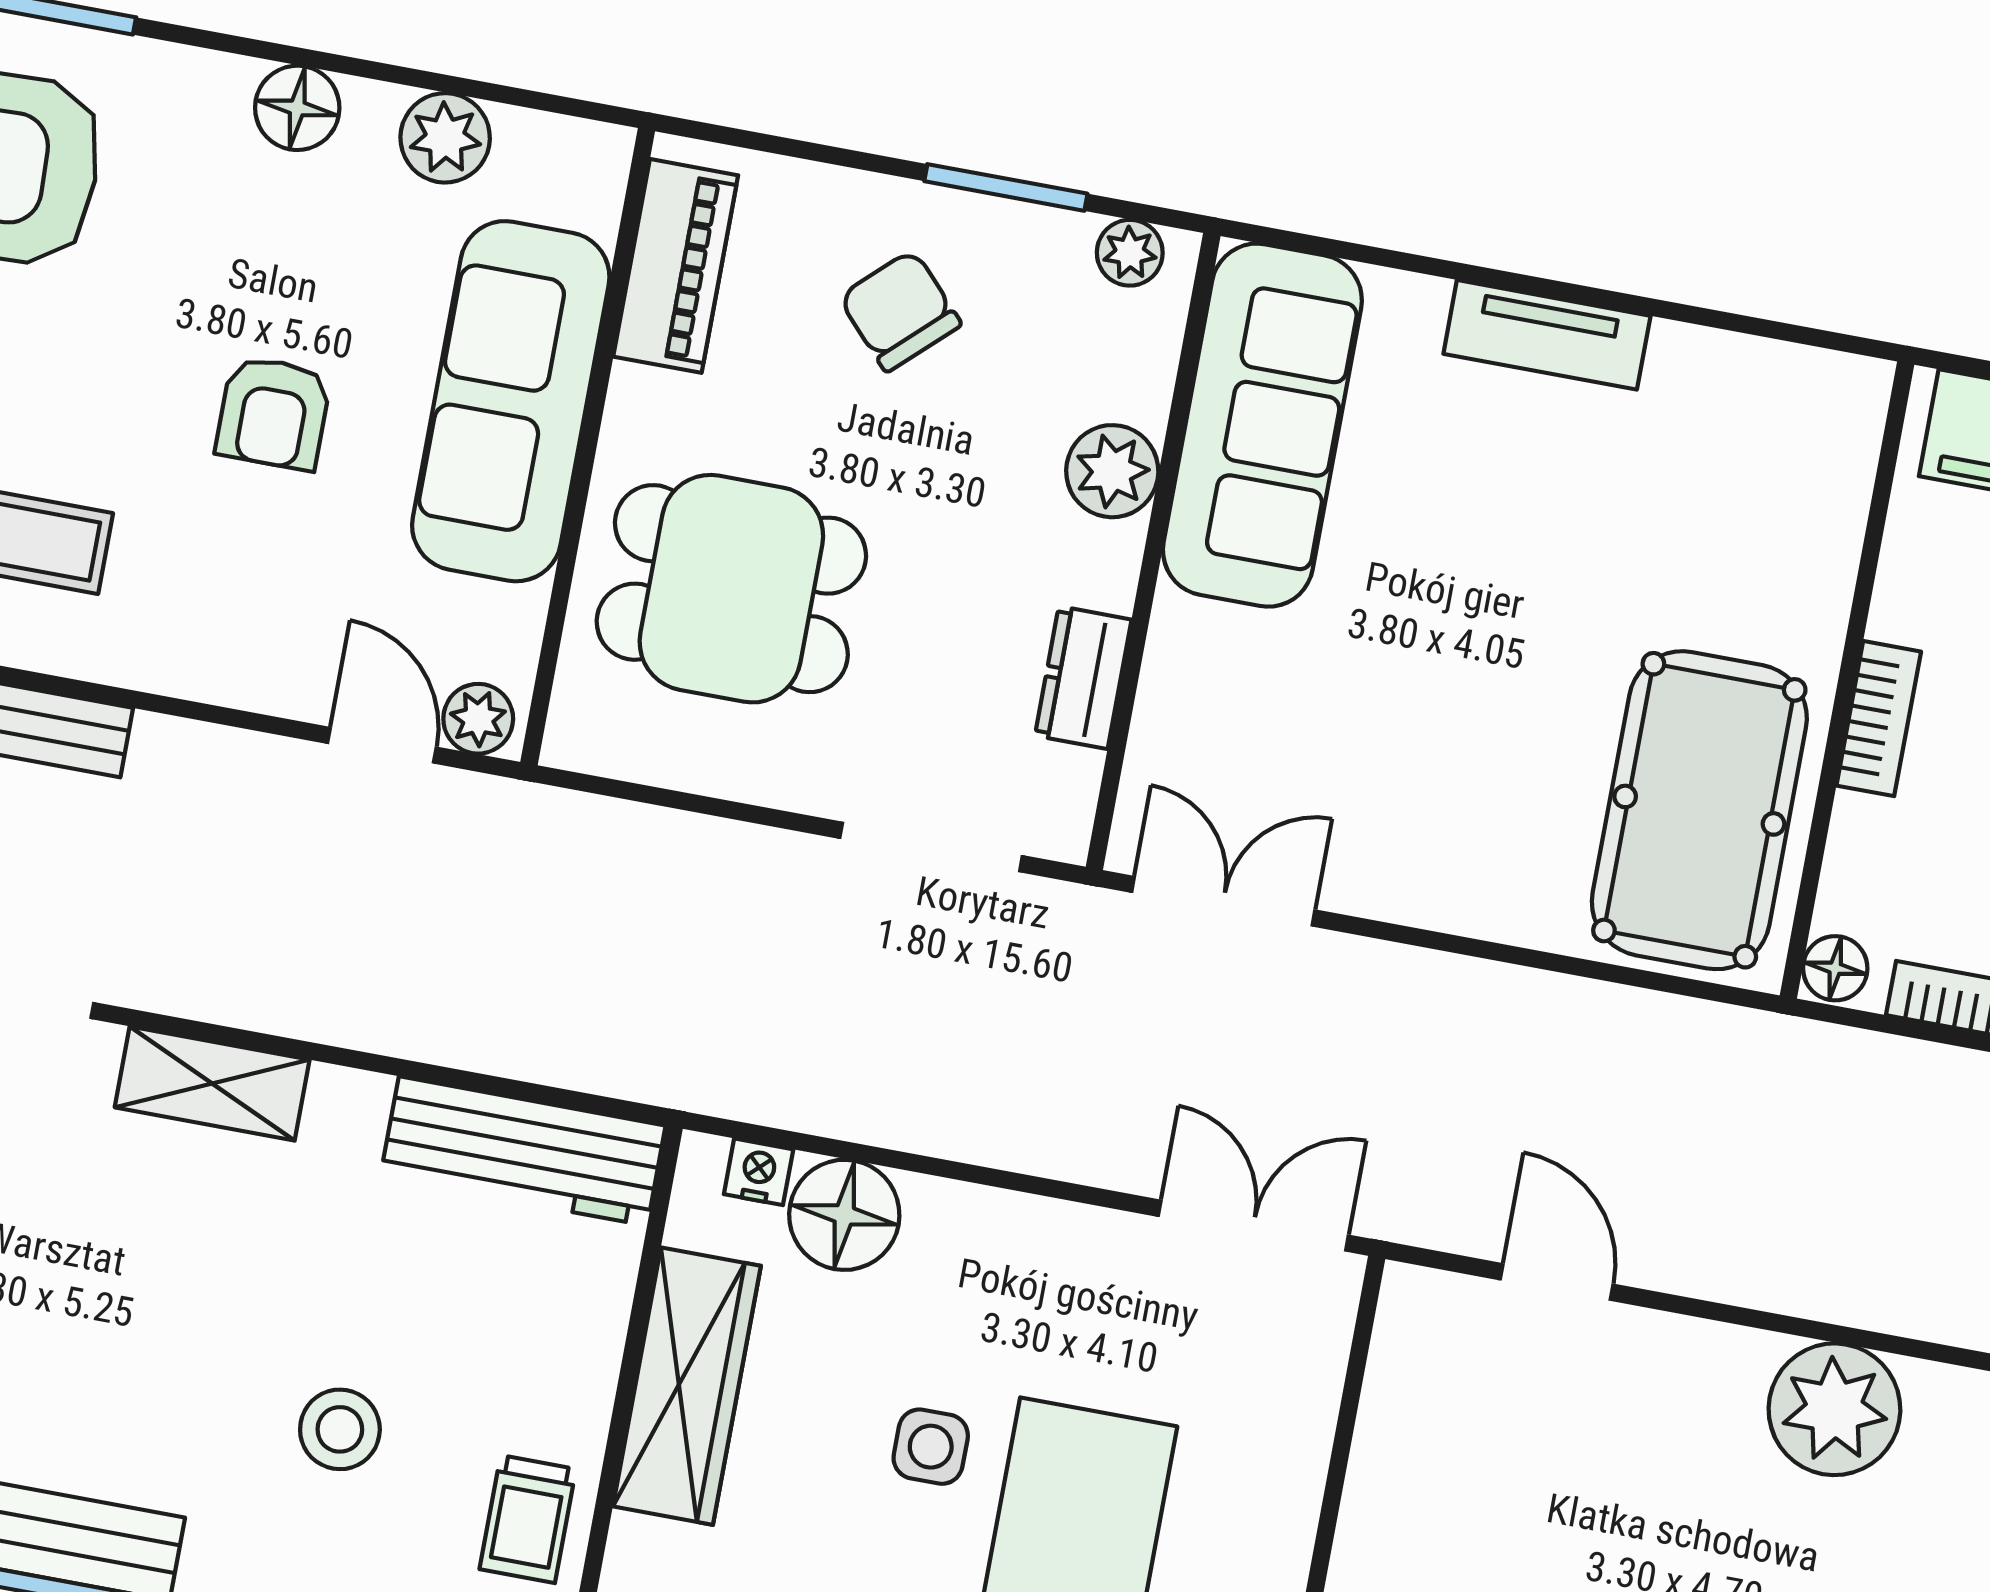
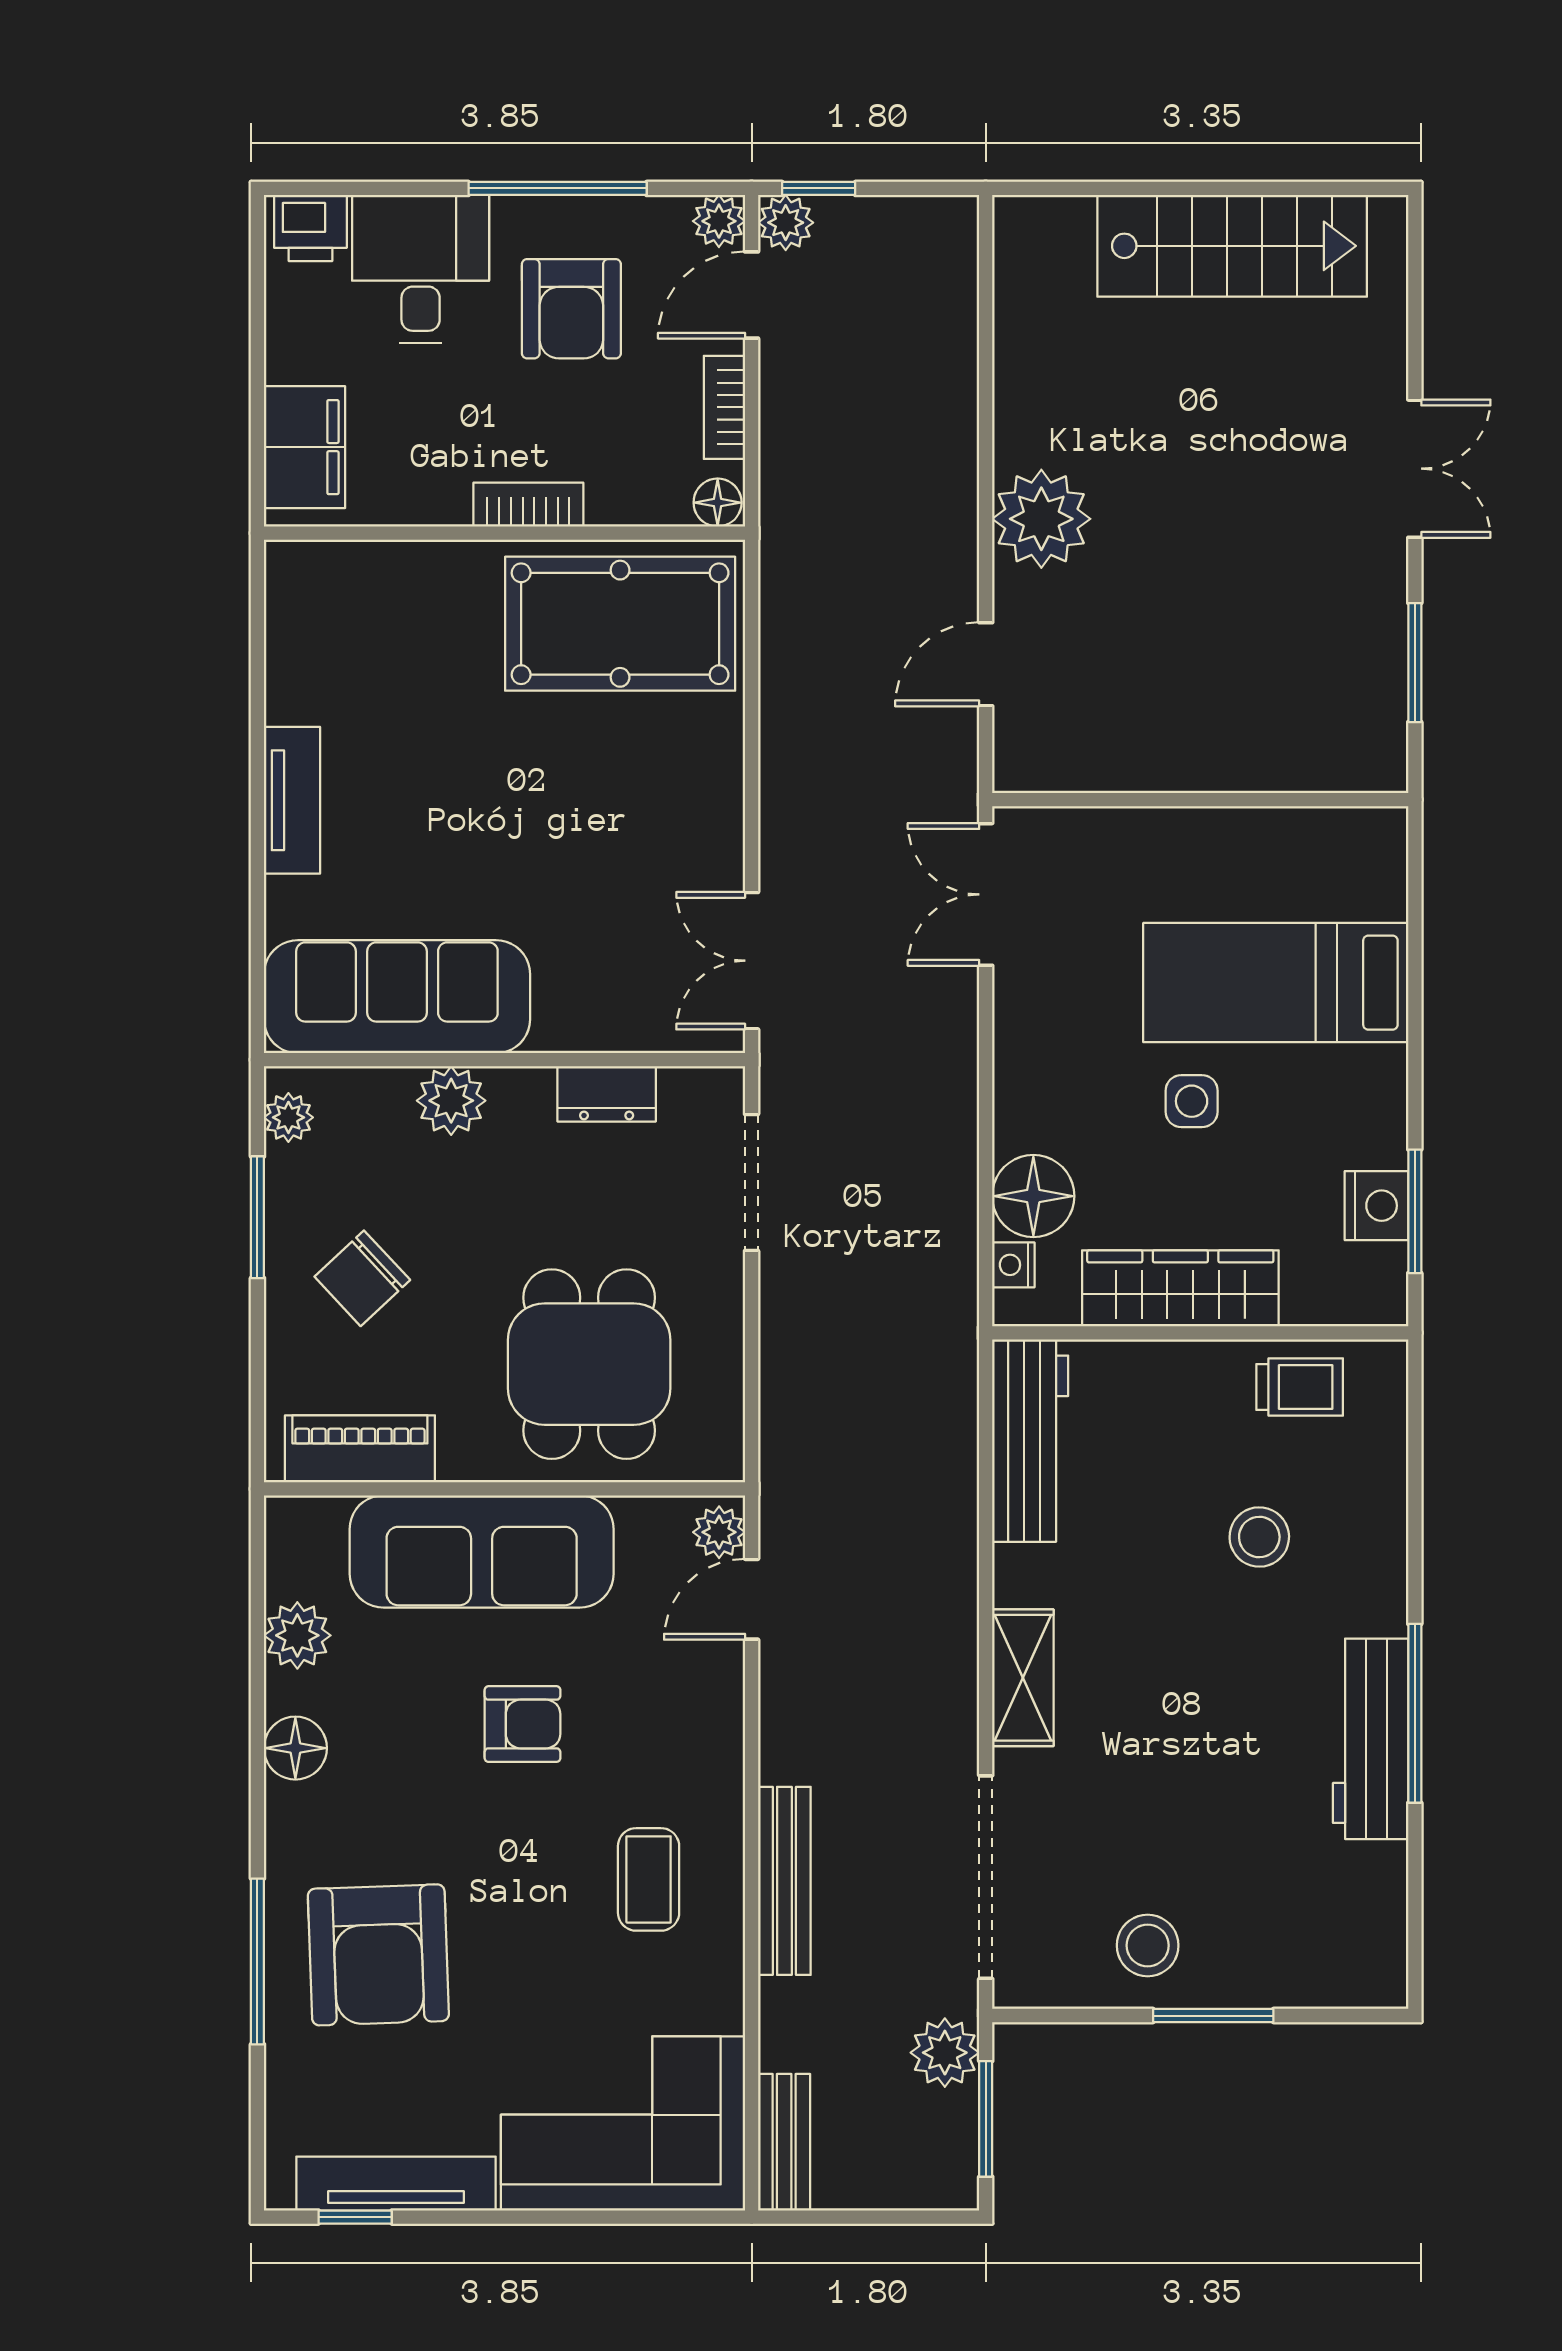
plant: (1834, 1409) -> (1041, 519), moved

